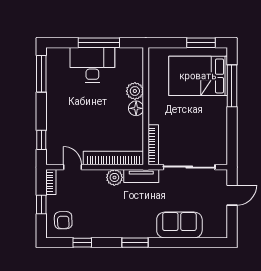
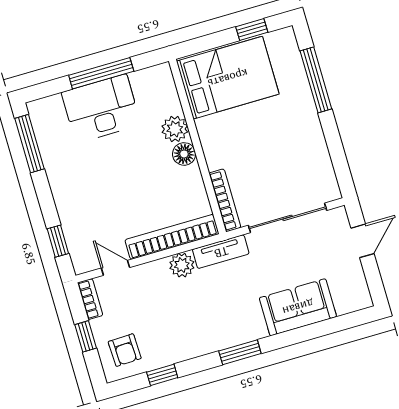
window: (201, 43) -> (252, 30), width x0.67
bed: (198, 76) -> (228, 78), moved, turned 180

